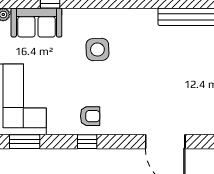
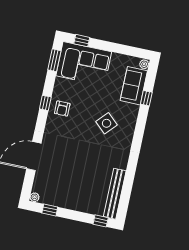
side table: (97, 50) -> (107, 123), turned 45

